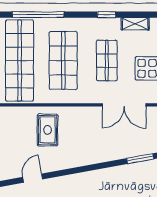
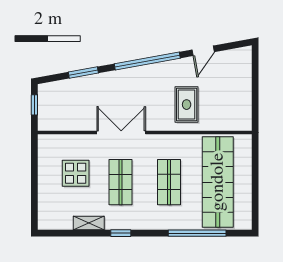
shop shelf: (63, 60) -> (169, 182), width x0.70, depth x0.74
double door: (124, 105) -> (121, 133), moved
window: (83, 169) -> (147, 61), added

